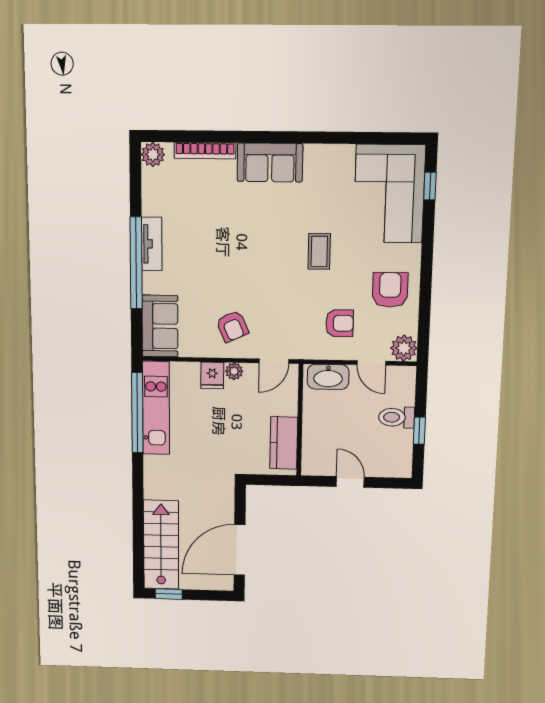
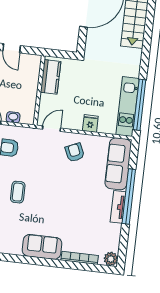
sofa: (160, 326) -> (118, 164), width x1.36
plant: (234, 371) -> (77, 125), removed
washbasin: (328, 377) -> (13, 117), width x0.52, depth x0.69

